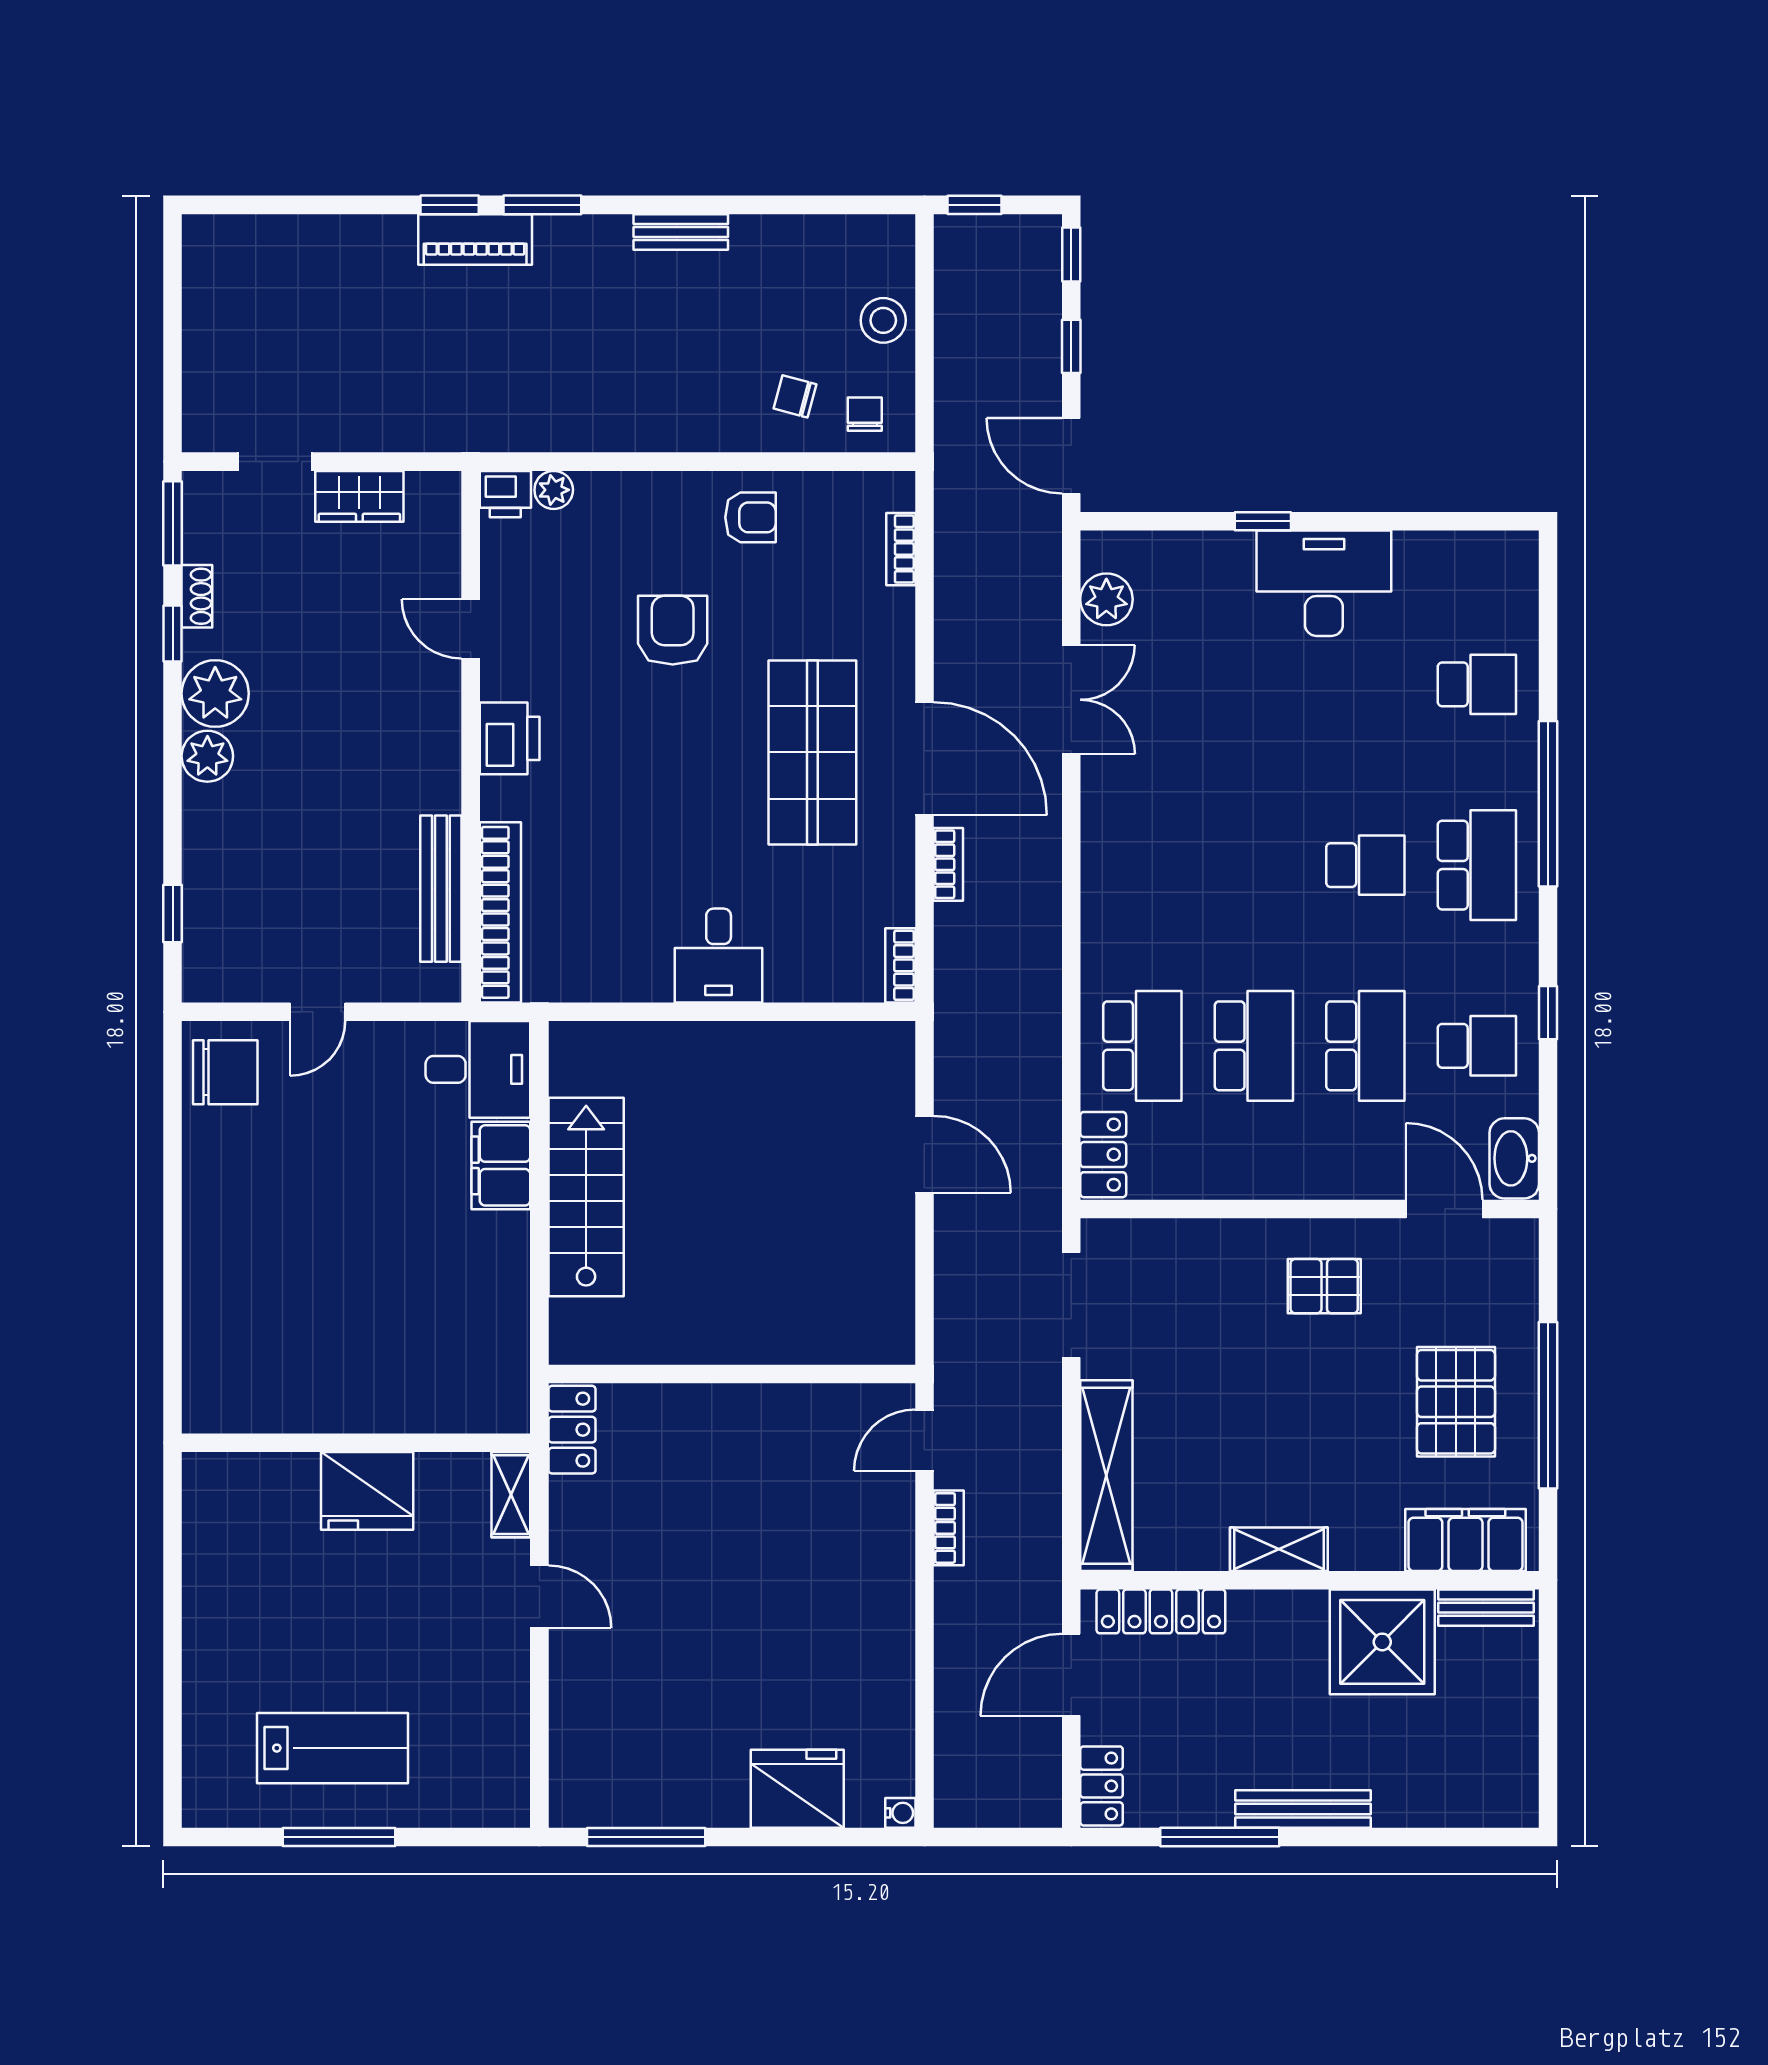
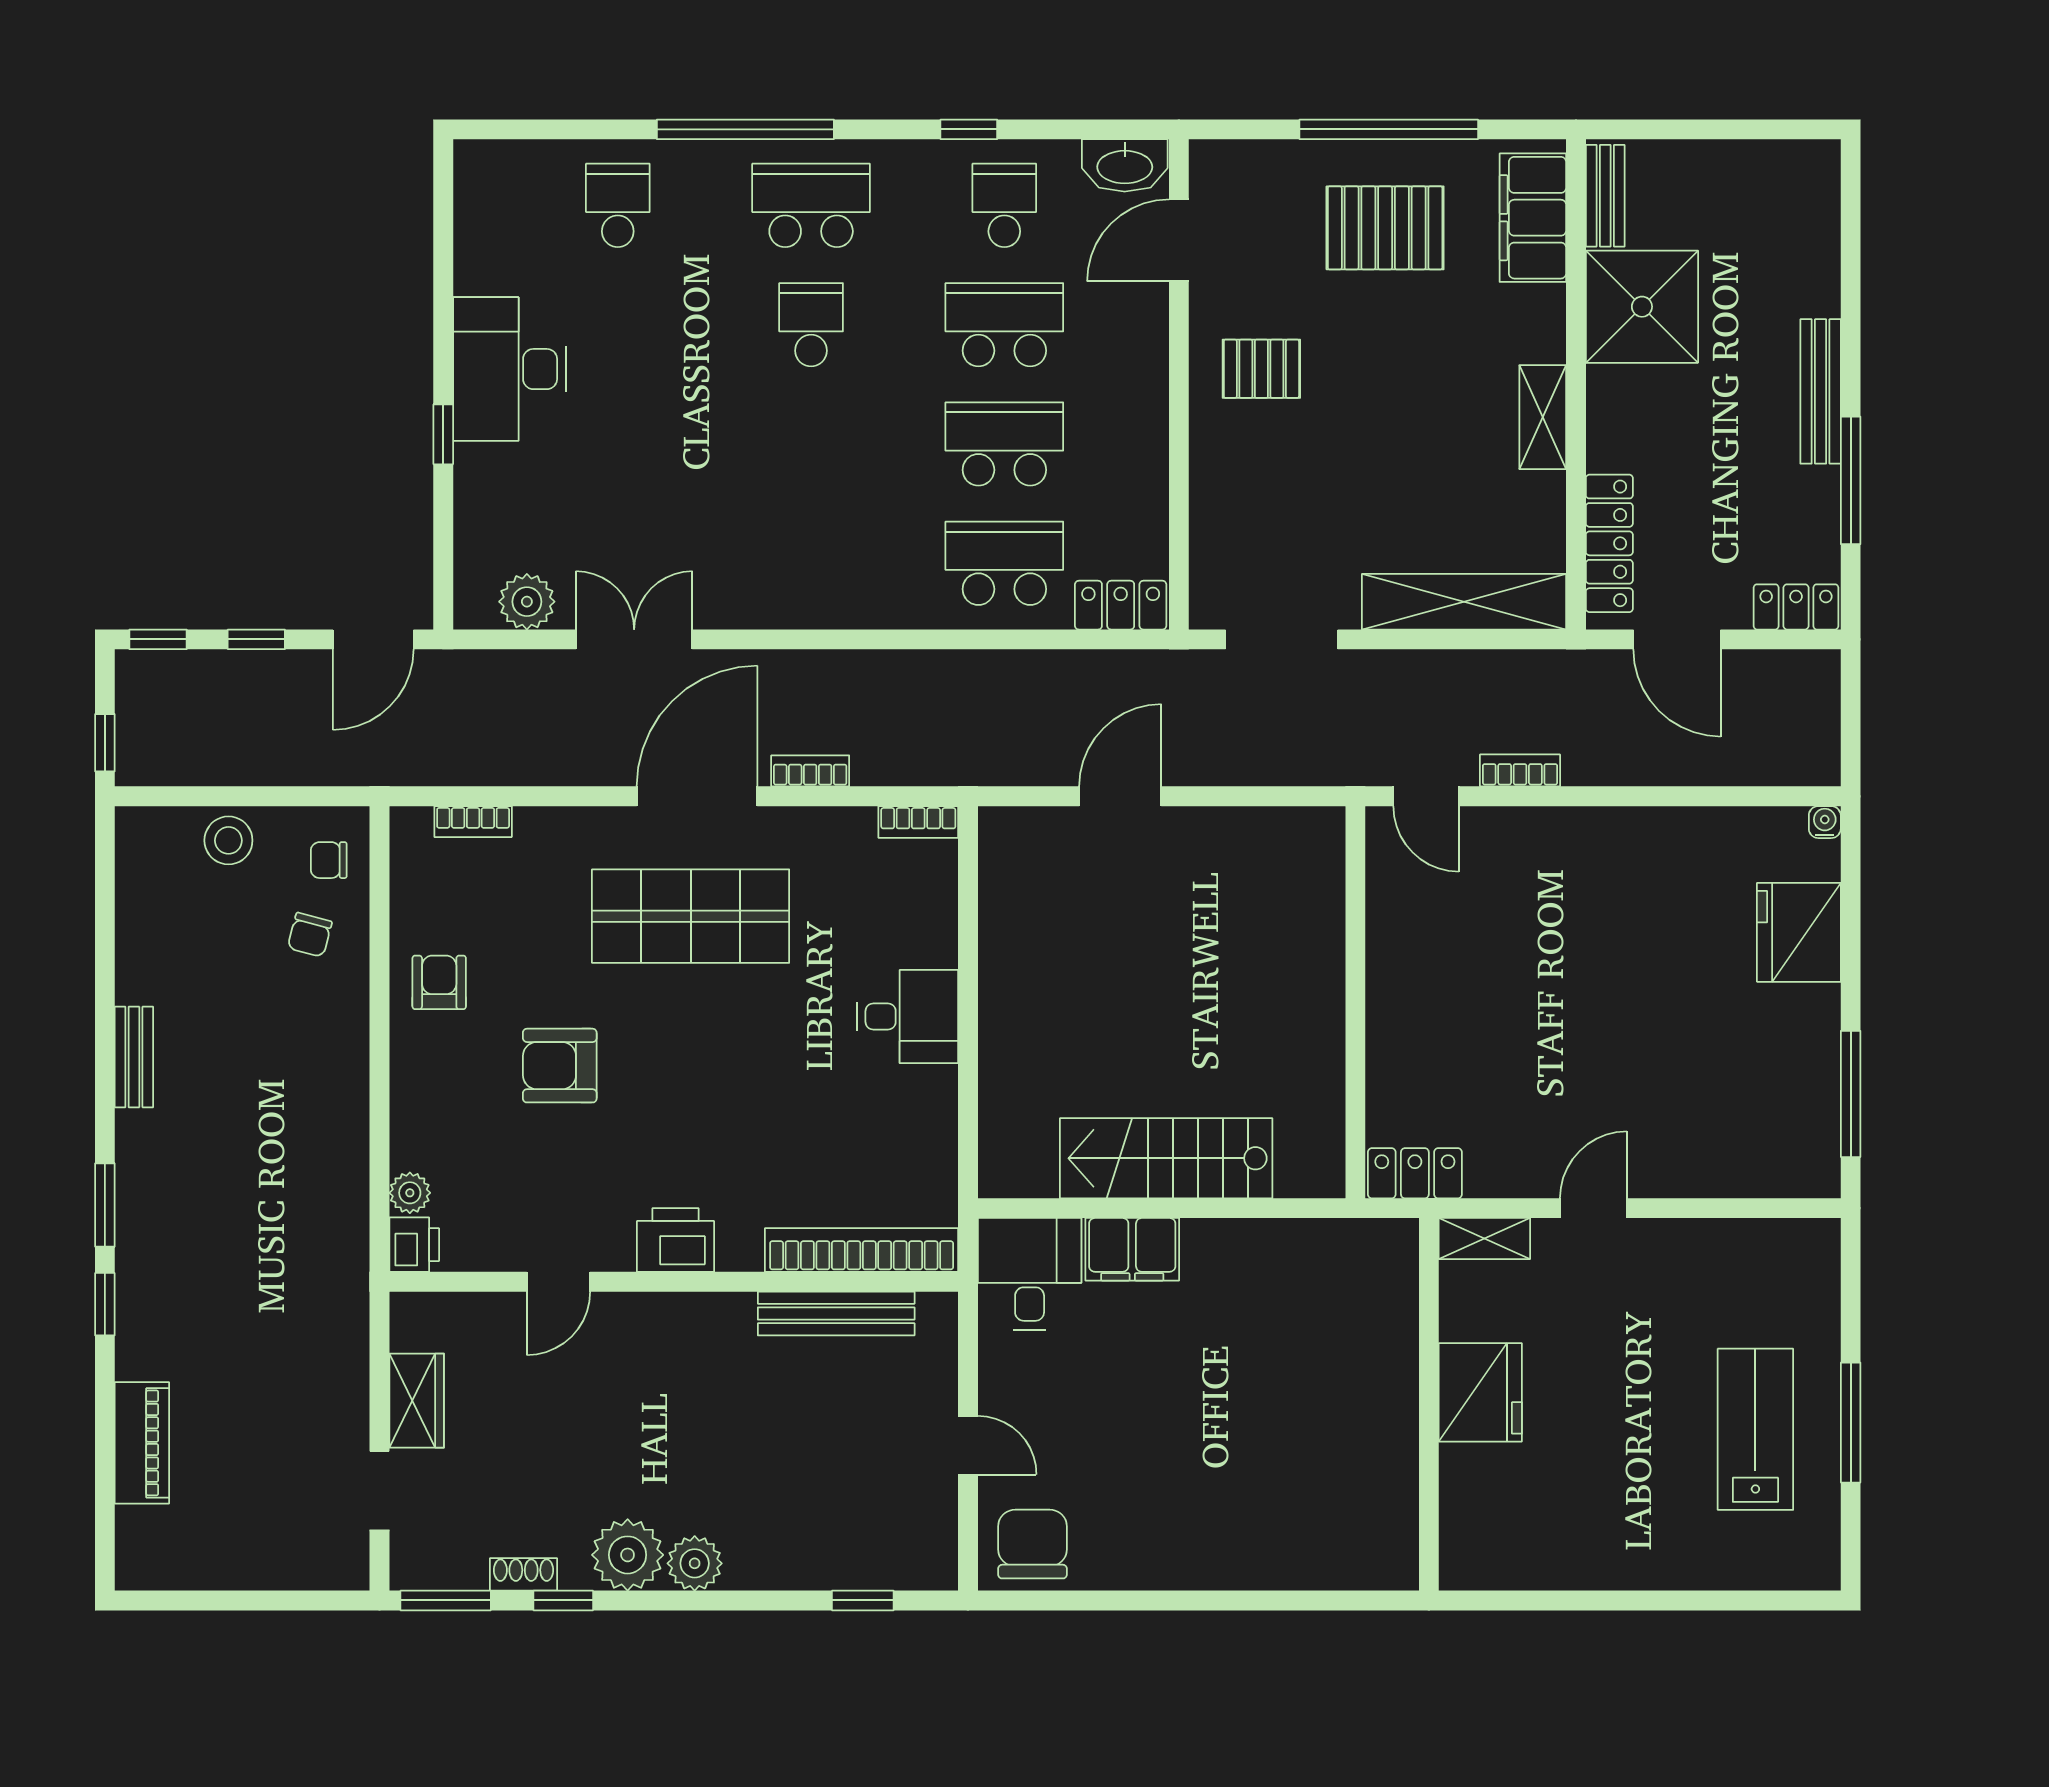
piano: (475, 239) -> (142, 1443), moved
pallet: (1324, 1286) -> (1261, 369), turned 90

